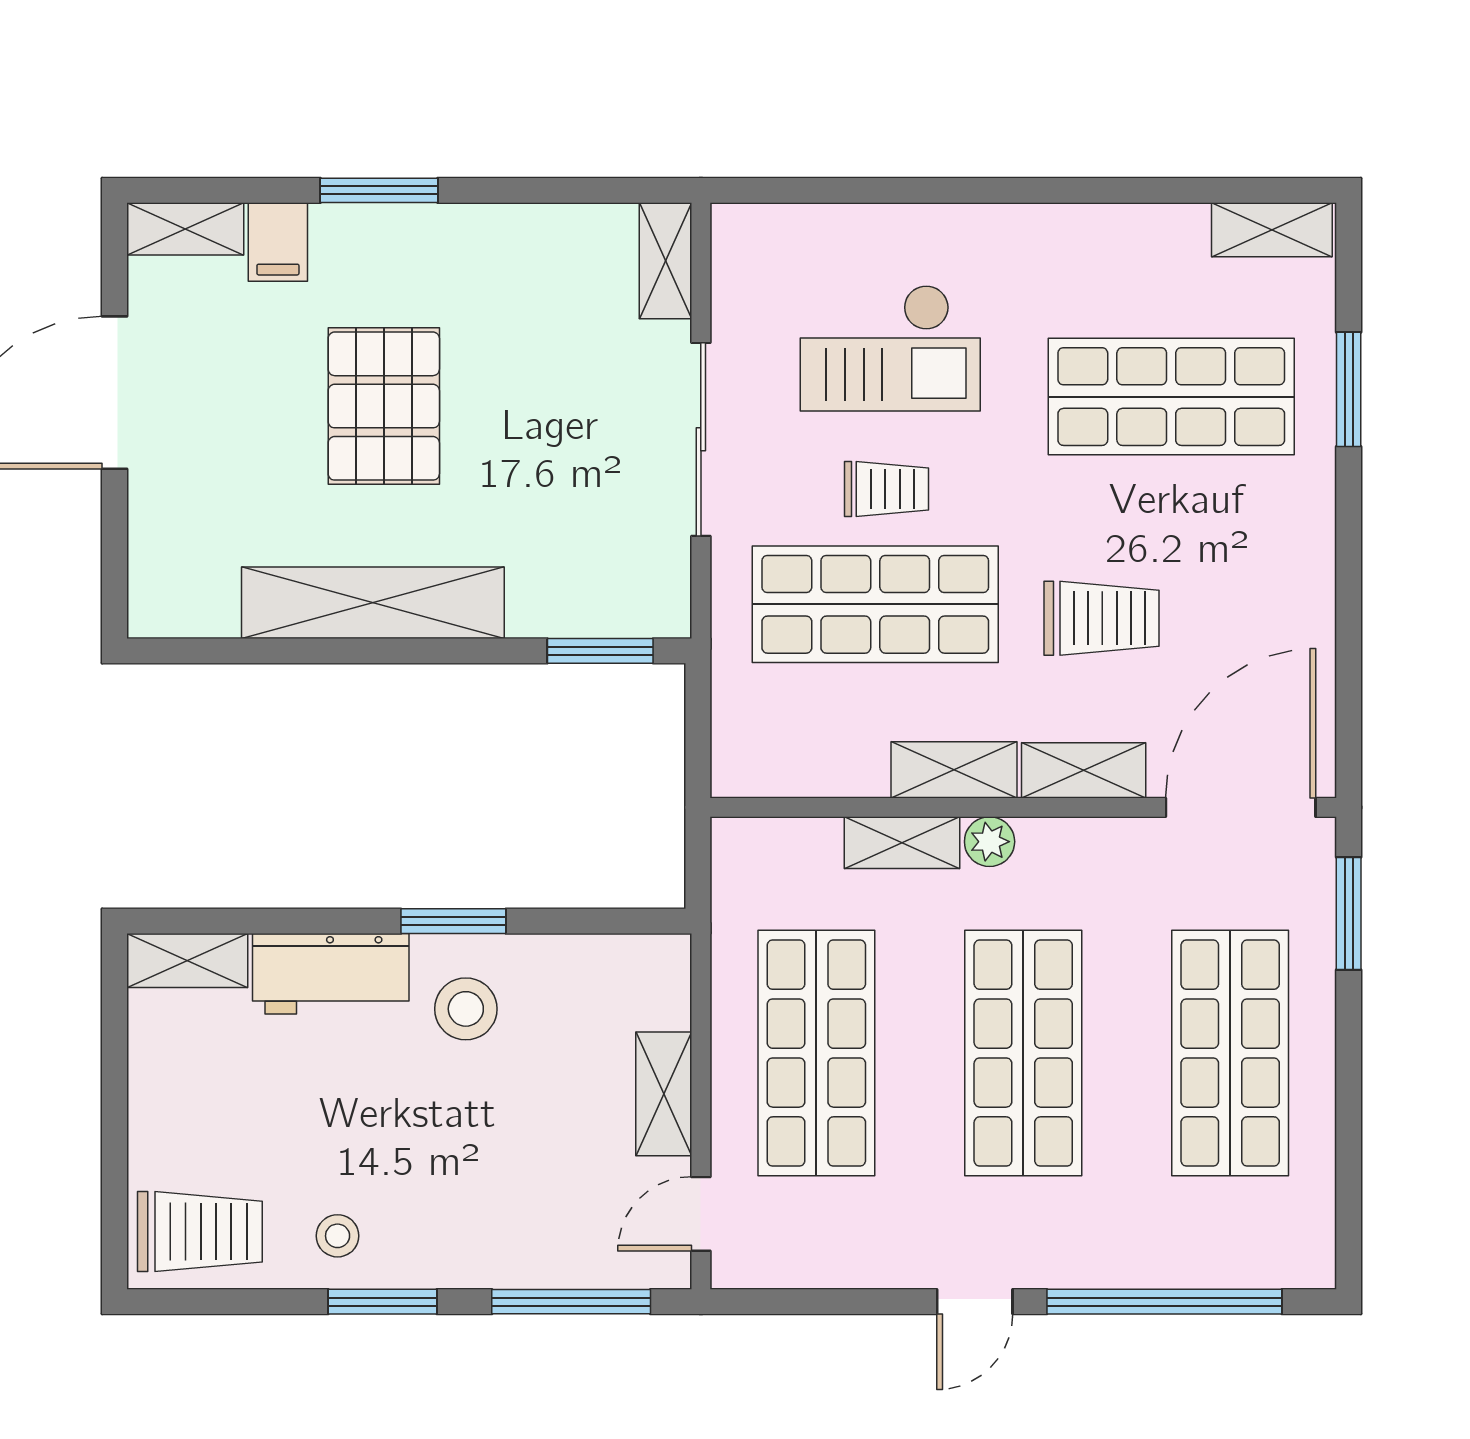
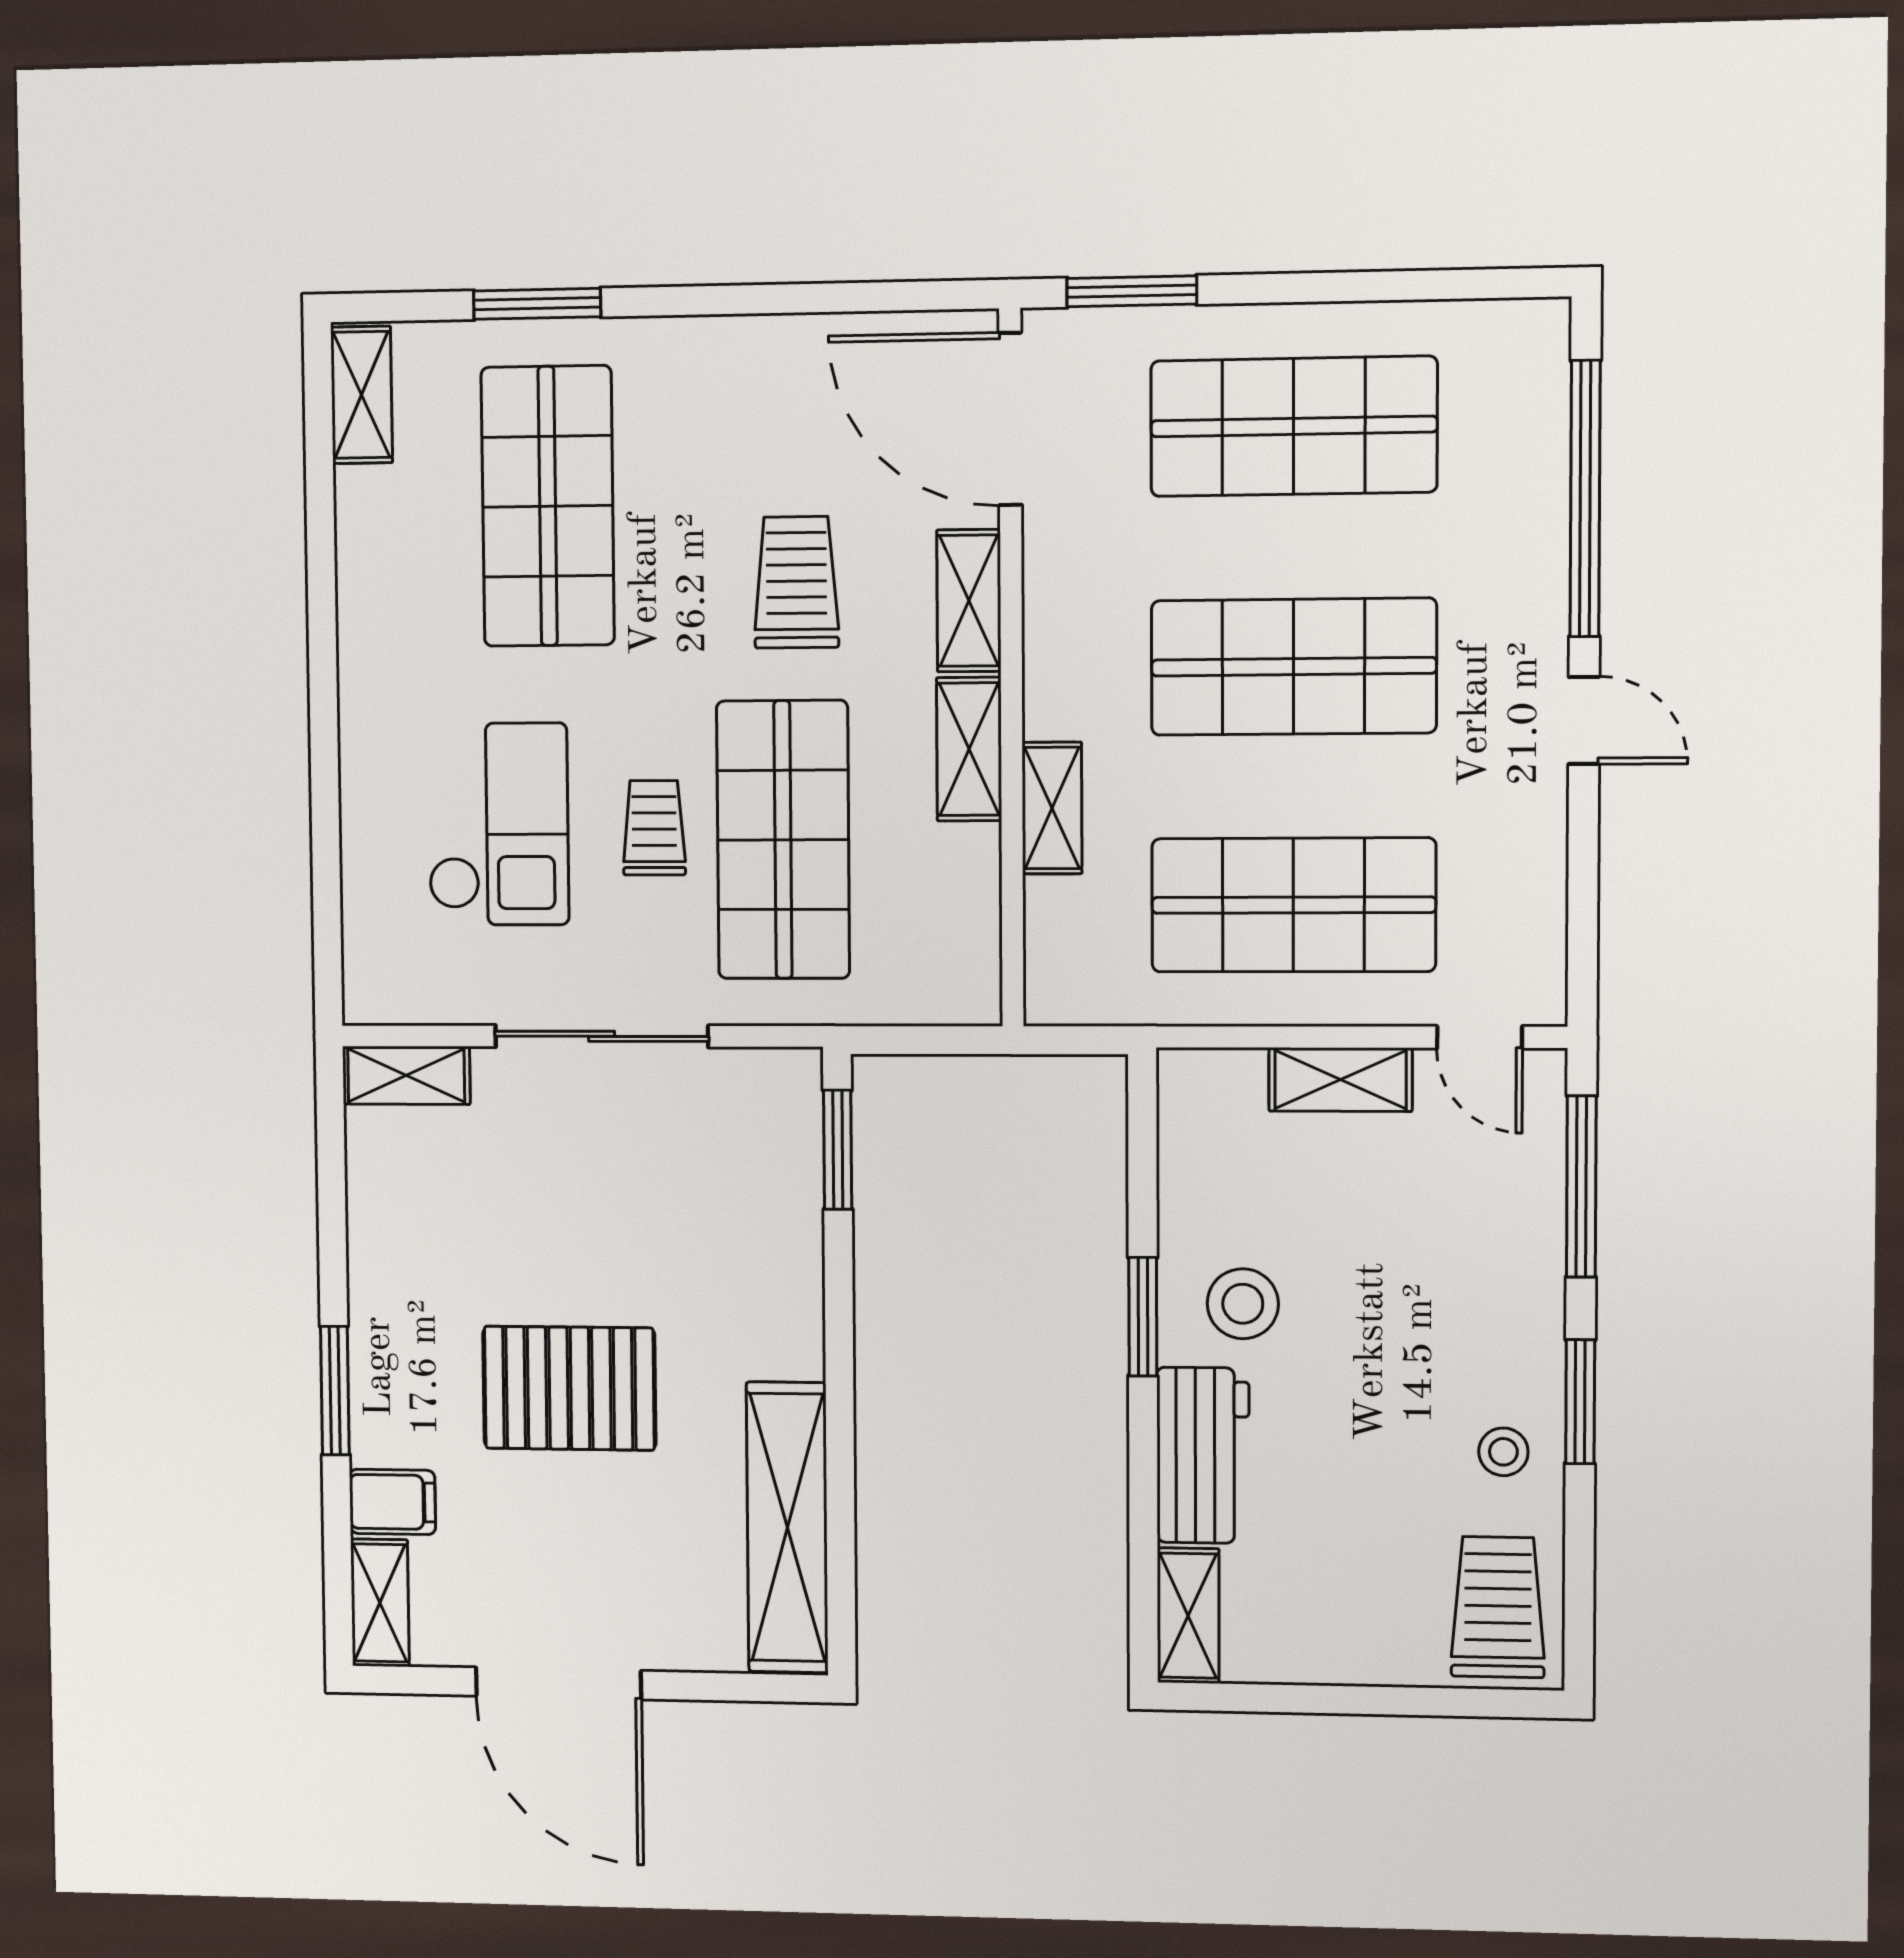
shelving: (373, 603) -> (787, 1527), moved
plant: (990, 842) -> (1051, 708), removed

